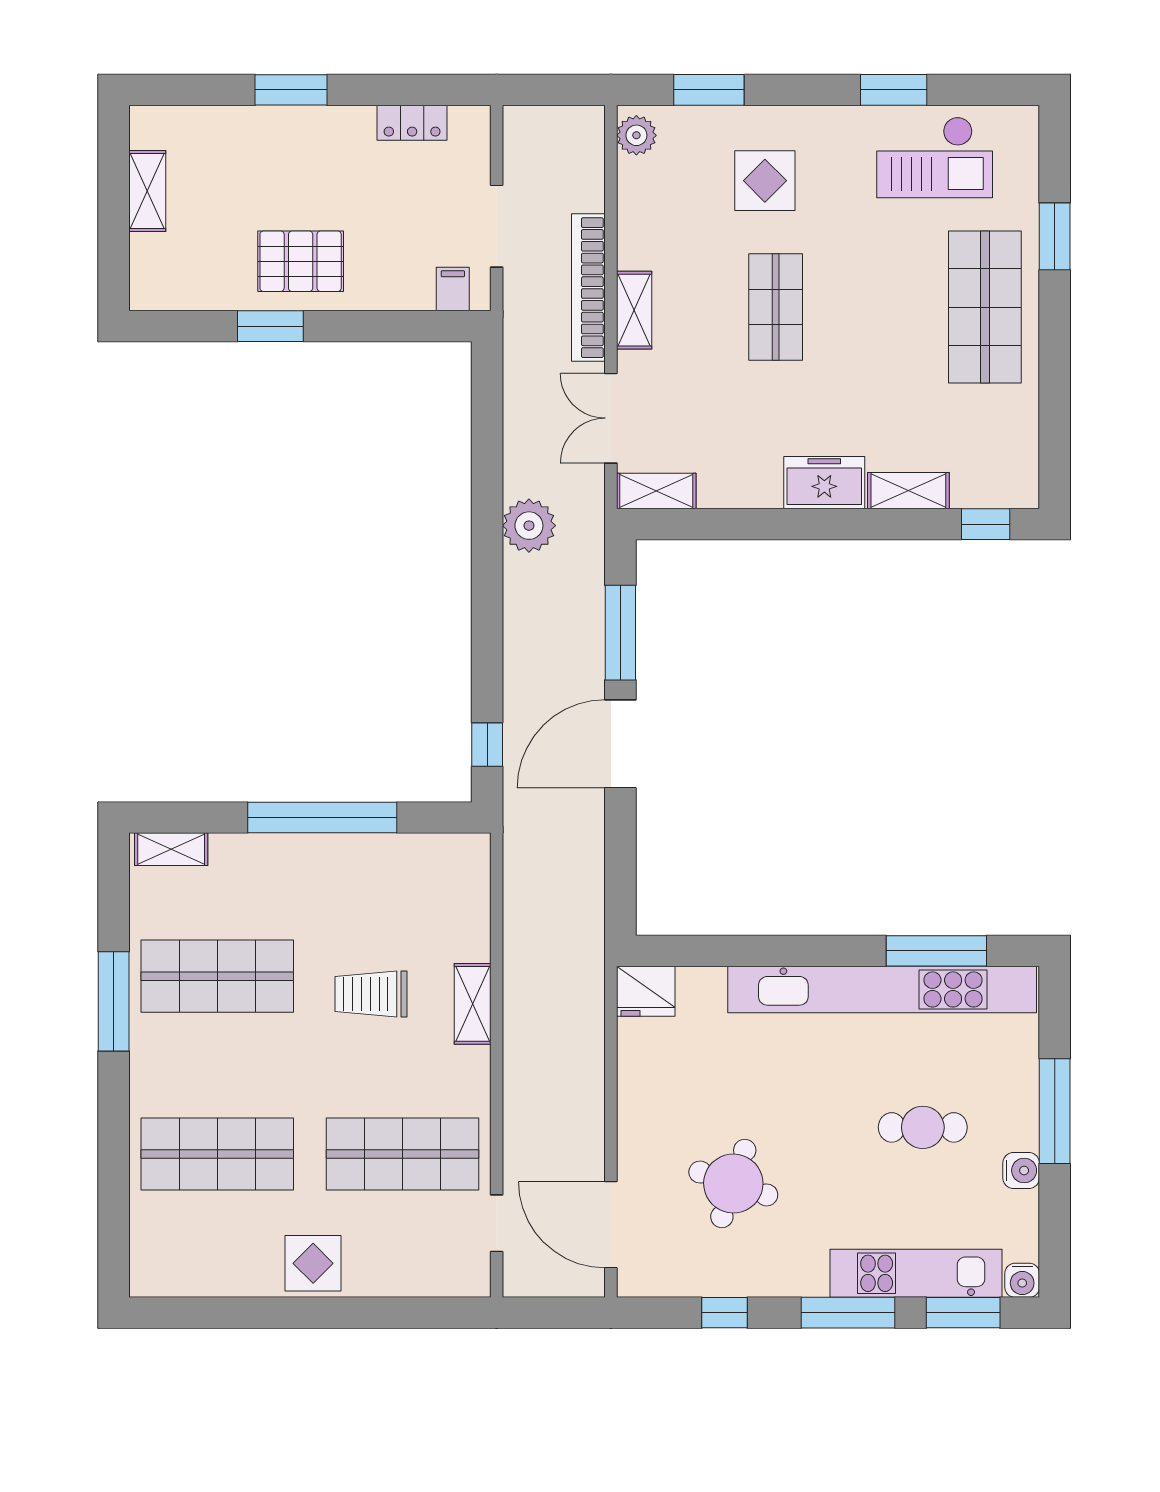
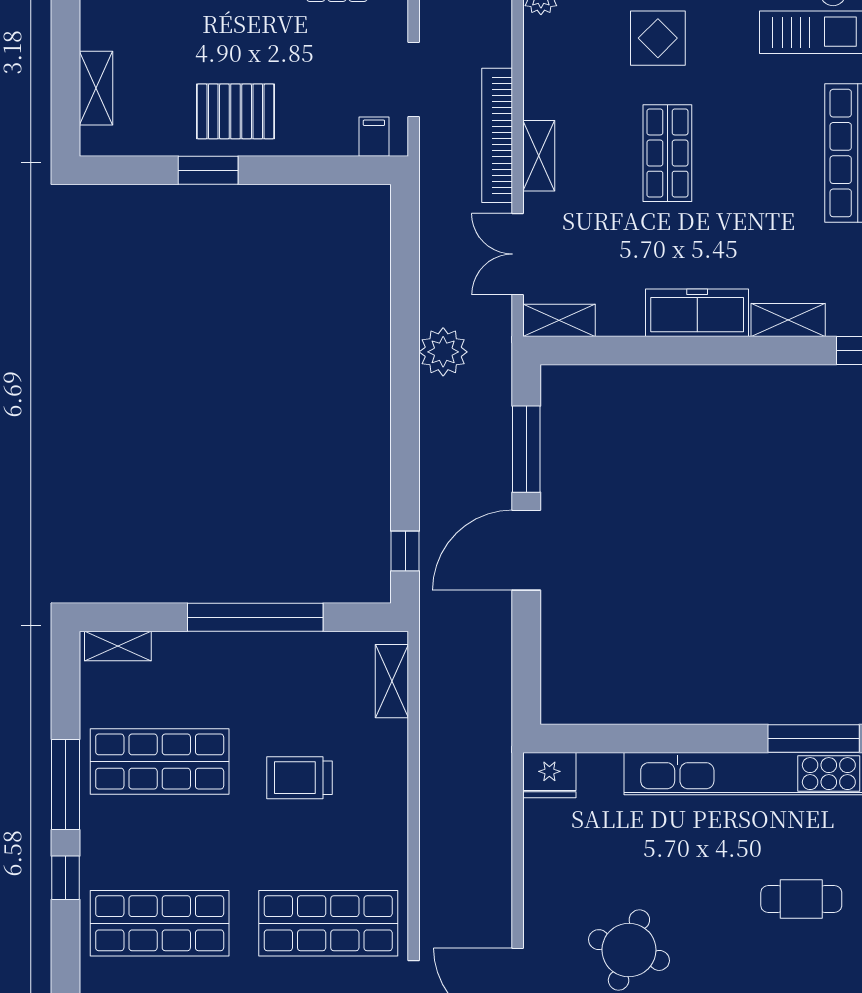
shelving: (147, 191) -> (96, 88), moved
freezer: (824, 483) -> (697, 313), width x1.40
shelving: (473, 1004) -> (392, 681), moved
window: (114, 1104) -> (66, 878), added

